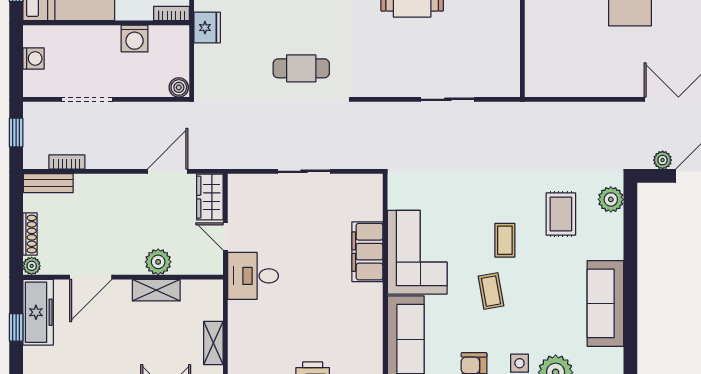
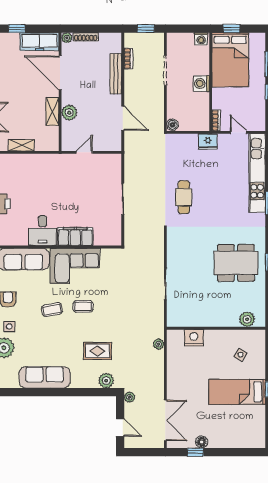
washing machine: (135, 39) -> (201, 83), moved
nightstand: (539, 51) -> (194, 338), added
washing machine: (33, 58) -> (201, 39), moved
plant: (549, 111) -> (159, 344), added
plant: (663, 160) -> (129, 397), moved
bench: (48, 183) -> (116, 74), moved, width x1.36
wardrobe: (210, 197) -> (108, 143), removed
coffee table: (505, 240) -> (83, 306), moved
desk: (253, 276) -> (43, 231), moved, turned 180
door: (91, 277) -> (60, 73), width x1.36
window: (16, 327) -> (17, 29), moved

